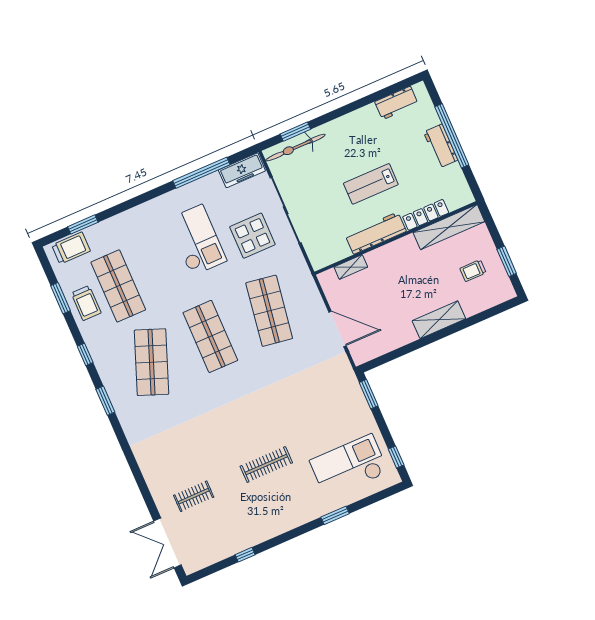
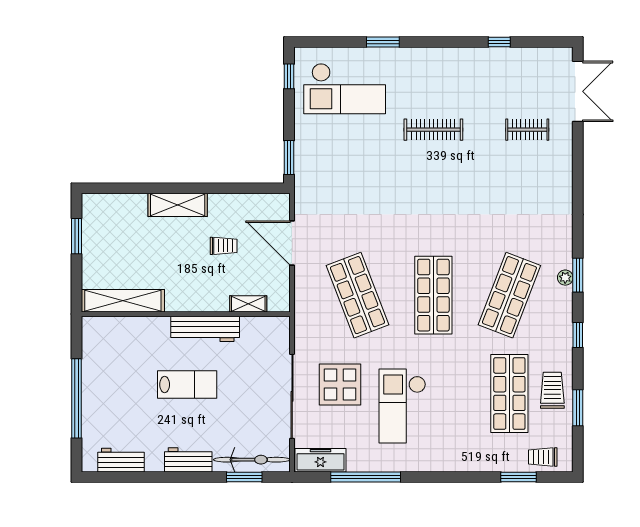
workbench: (441, 146) -> (188, 460), moved, turned -90
locker: (426, 215) -> (142, 325), removed
trolley: (71, 248) -> (543, 457), width x0.73, depth x0.72
trolley: (473, 271) -> (224, 246), moved
shop shelf: (269, 311) -> (357, 295), turned -30
plant: (114, 395) -> (565, 278), added

